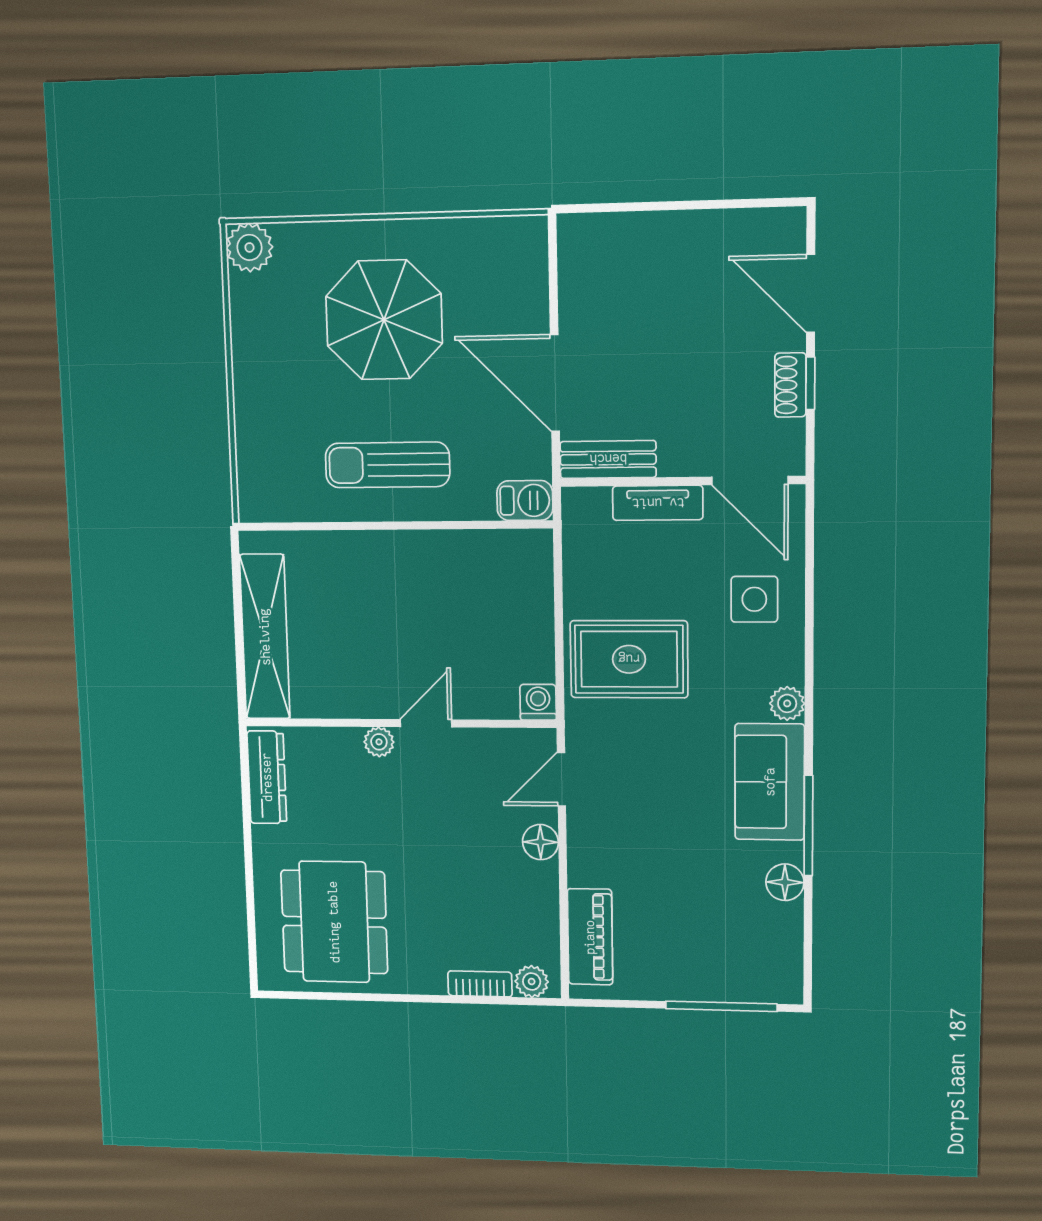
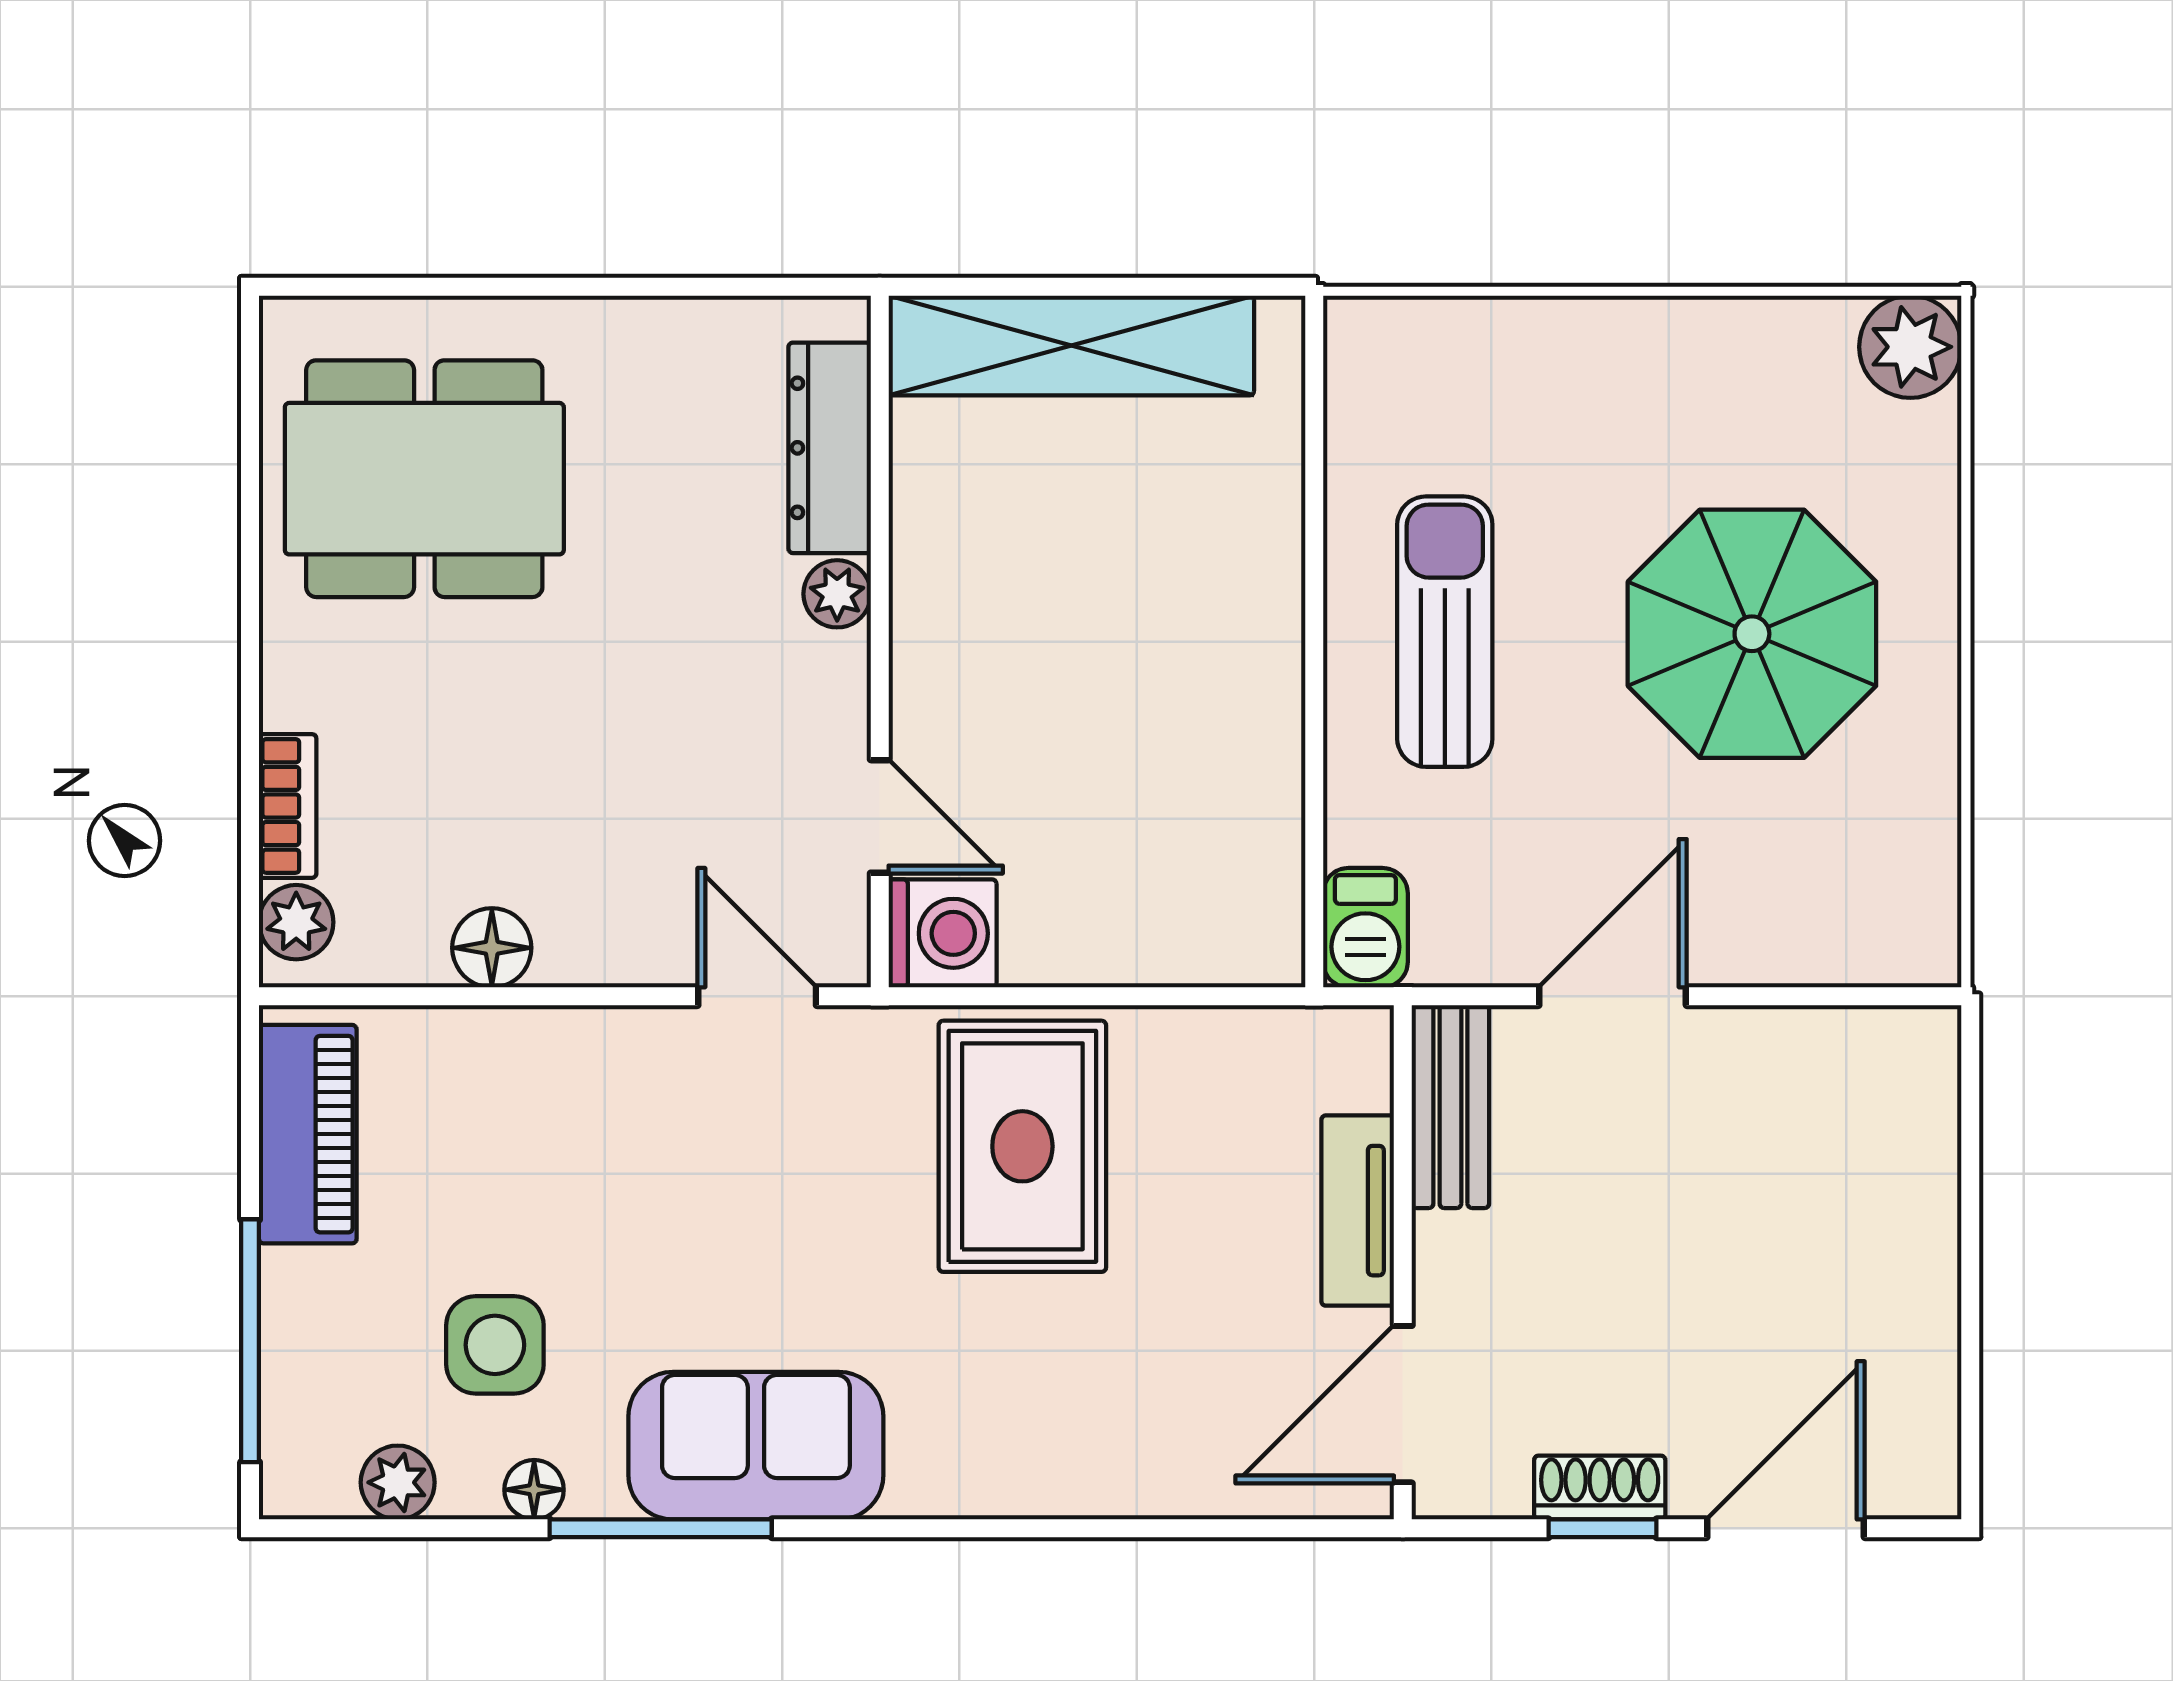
door: (555, 383) -> (1613, 996), width x0.73
side table: (754, 599) -> (495, 1345), moved
washing machine: (538, 702) -> (943, 933), width x1.38, depth x1.38
plant: (787, 703) -> (398, 1482), moved
door: (426, 723) -> (880, 816), moved
dresser: (267, 777) -> (830, 448), moved, turned 90
floor lamp: (540, 842) -> (492, 948), moved
floor lamp: (785, 882) -> (534, 1490), width x0.73, depth x0.73
piano: (590, 937) -> (308, 1134), moved, turned -90

